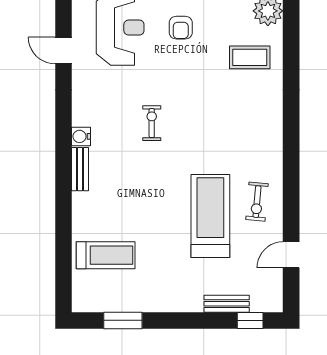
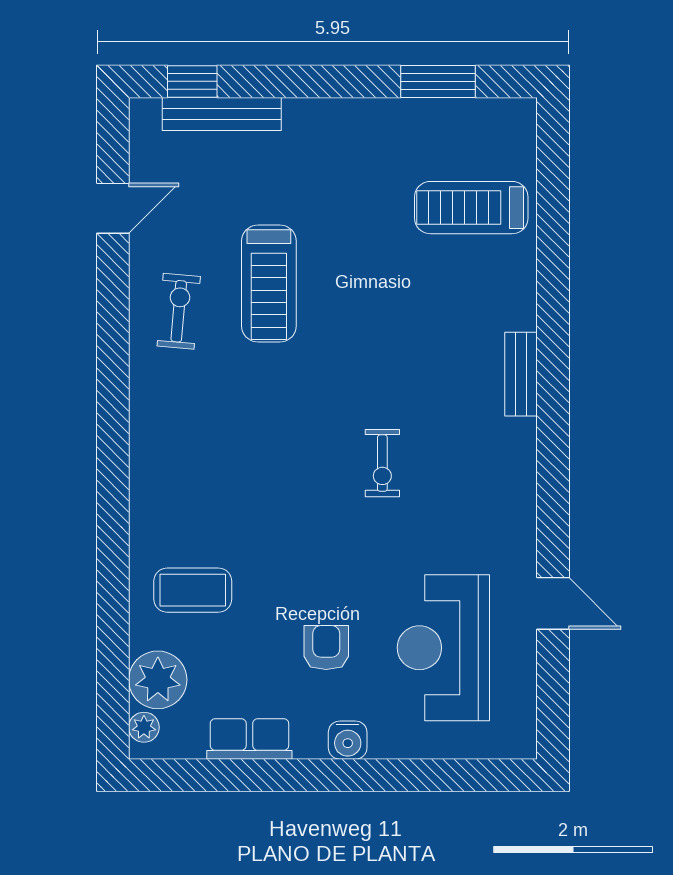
water cooler: (81, 136) -> (519, 437), removed
treadmill: (210, 216) -> (269, 284), width x0.73, depth x0.73
bench: (227, 304) -> (222, 114), width x1.36

